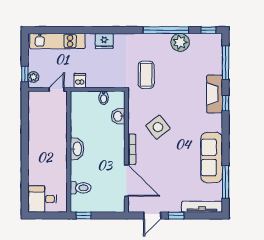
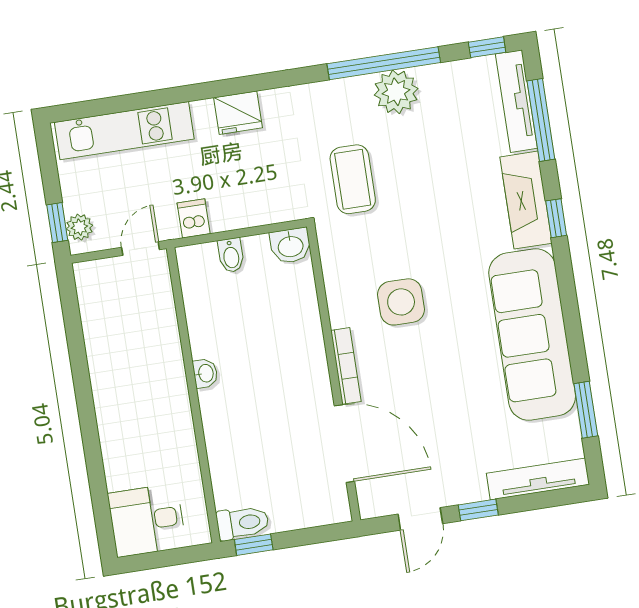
plant: (180, 42) -> (396, 92), moved
tv unit: (217, 54) -> (516, 101), added
bidet: (104, 98) -> (231, 255), moved
washbasin: (118, 116) -> (290, 246), moved, turned -90
side table: (158, 127) -> (401, 302), turned 38
washbasin: (77, 149) -> (205, 373), width x0.52, depth x0.69
sofa: (212, 157) -> (532, 334), width x1.36, depth x1.27
window: (226, 182) -> (586, 410), width x0.69
toilet: (81, 188) -> (243, 523), moved

